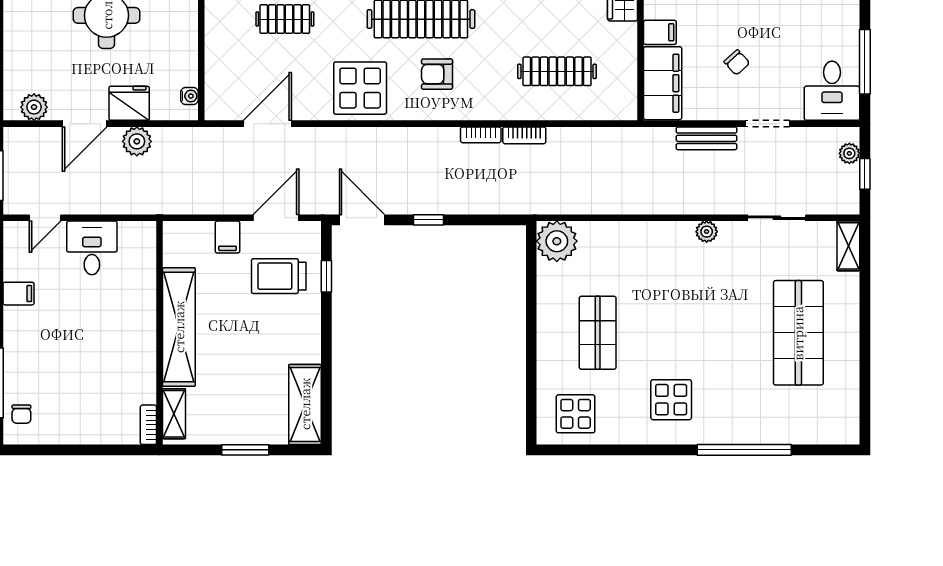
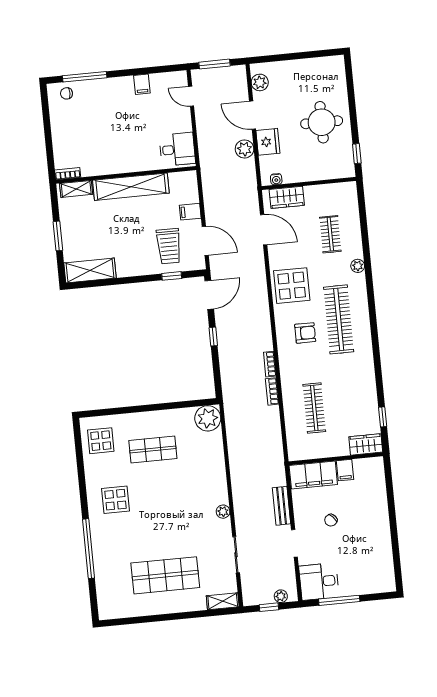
armchair: (437, 74) -> (305, 333), turned 90
wardrobe: (220, 82) -> (287, 197), added
desk: (92, 248) -> (177, 149), moved
trolley: (279, 276) -> (169, 246), turned 180

